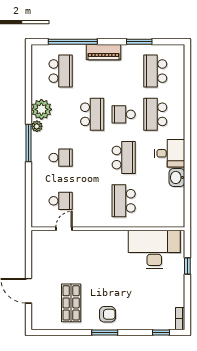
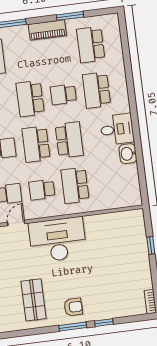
piano: (104, 52) -> (47, 30), moved
school desk: (92, 114) -> (30, 99), turned 180
school desk: (92, 158) -> (36, 144), added
school desk: (92, 201) -> (42, 190), added
desk: (154, 249) -> (58, 240), moved
window: (161, 332) -> (104, 323), moved

